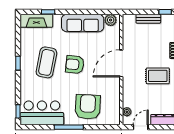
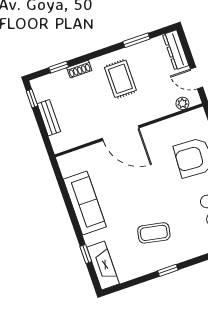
plant: (111, 20) -> (68, 167), removed
coffee table: (46, 62) -> (154, 233), width x0.73, depth x0.76
armchair: (75, 65) -> (144, 194), removed

